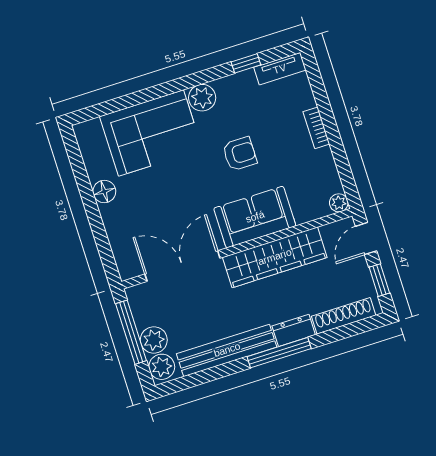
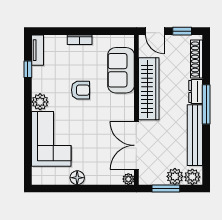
armchair: (240, 154) -> (80, 90), turned 90
plant: (339, 203) -> (128, 179), moved
sofa: (255, 217) -> (121, 70), moved
window: (131, 332) -> (166, 189), width x0.69

